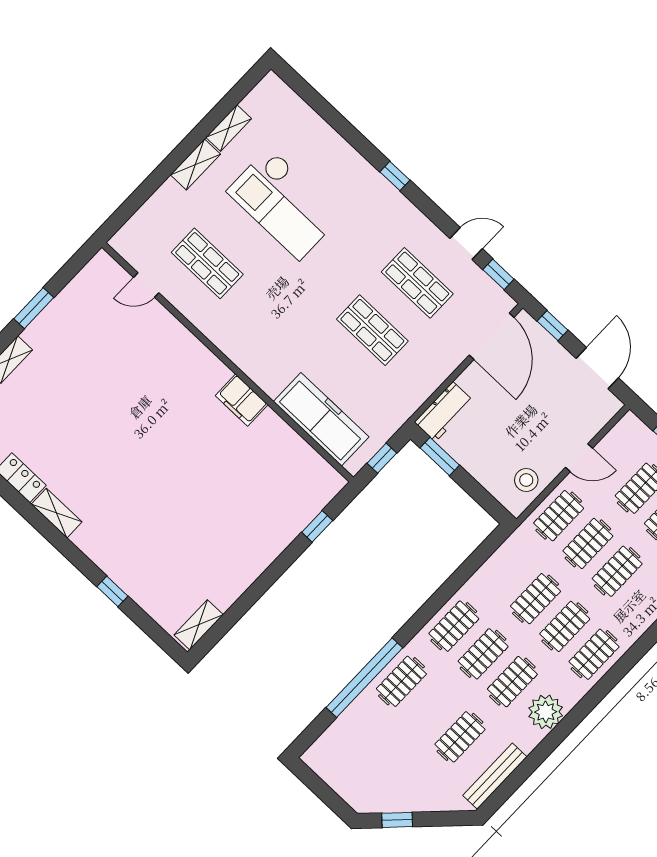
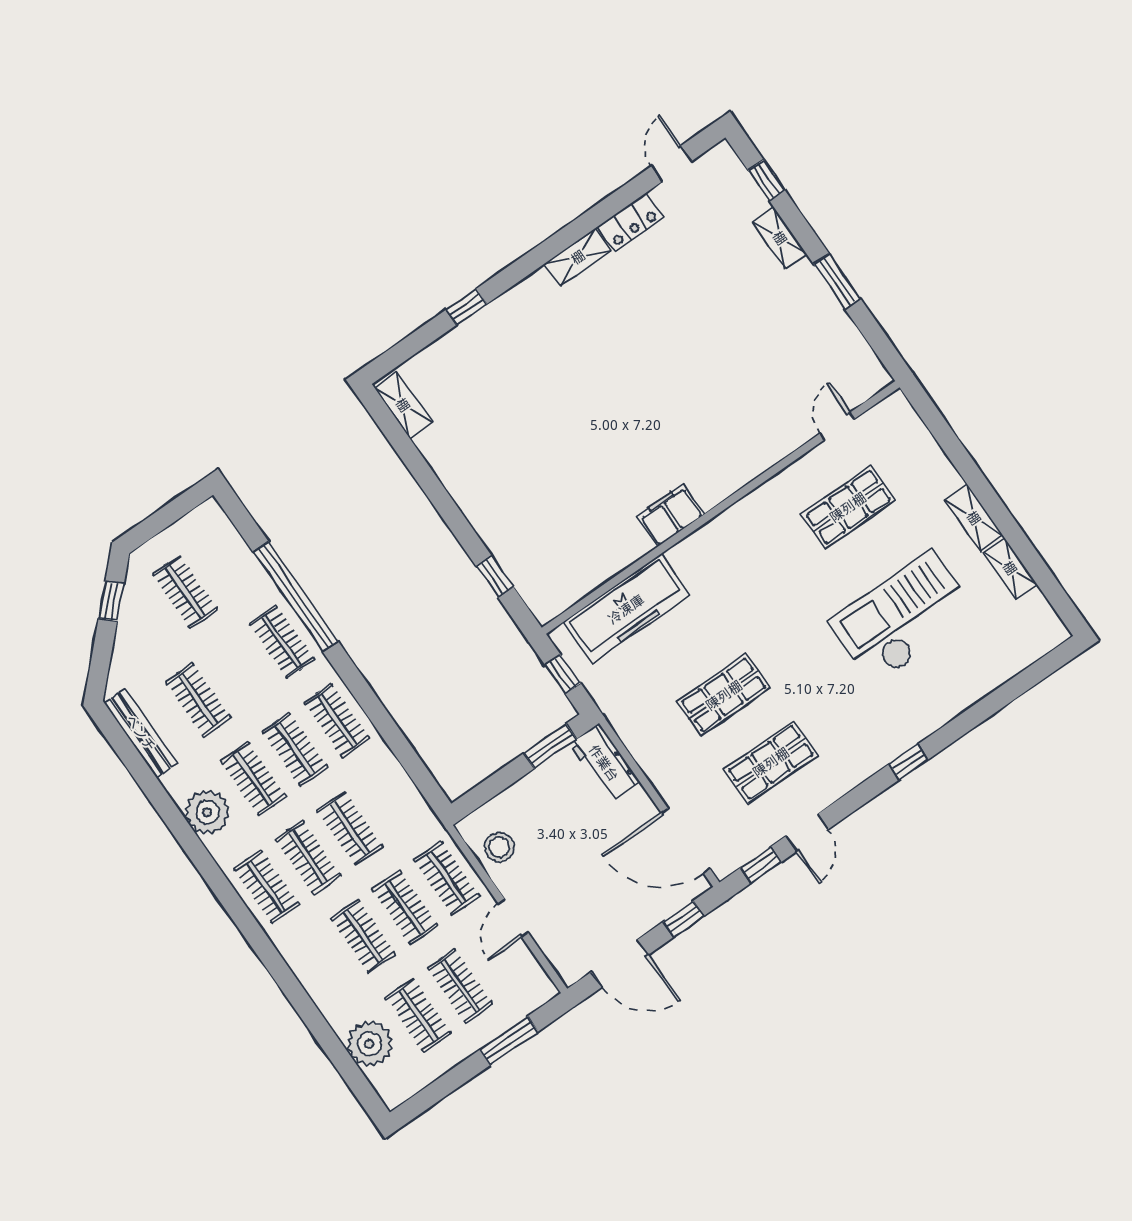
clothes rail: (378, 764) -> (185, 592), added

